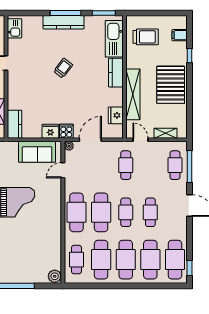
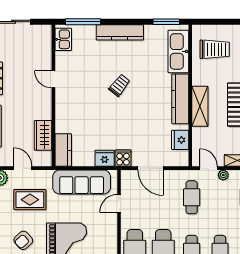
window: (65, 13) -> (83, 22), moved
kitchen counter: (116, 73) -> (180, 99), width x1.50
shelving: (133, 94) -> (200, 106), width x0.68
door: (90, 140) -> (151, 168), swing flipped
plant: (69, 146) -> (223, 175), moved
sofa: (37, 152) -> (82, 182), width x1.36

